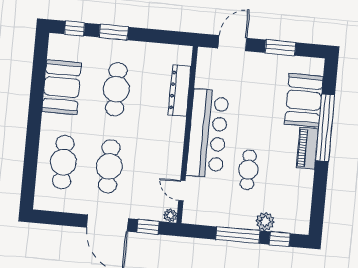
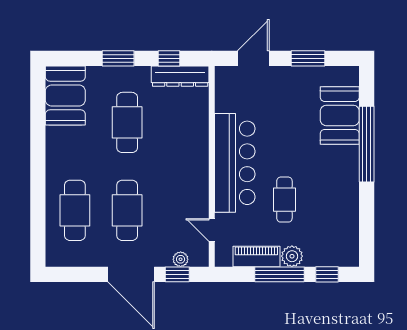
window: (75, 28) -> (169, 58), moved
booth: (62, 87) -> (65, 96), moved
dresser: (180, 91) -> (180, 76), moved, turned -90
piano: (307, 148) -> (256, 256), moved, turned 90
plant: (170, 215) -> (181, 259), moved
plant: (265, 222) -> (292, 256), moved

